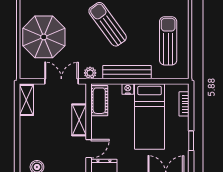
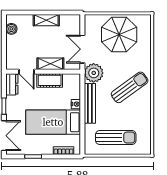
plant: (90, 73) -> (94, 73), width x1.88, depth x1.88
double door: (61, 81) -> (82, 49), swing flipped
shelving: (26, 100) -> (46, 20), moved
cot: (99, 101) -> (50, 80), moved

